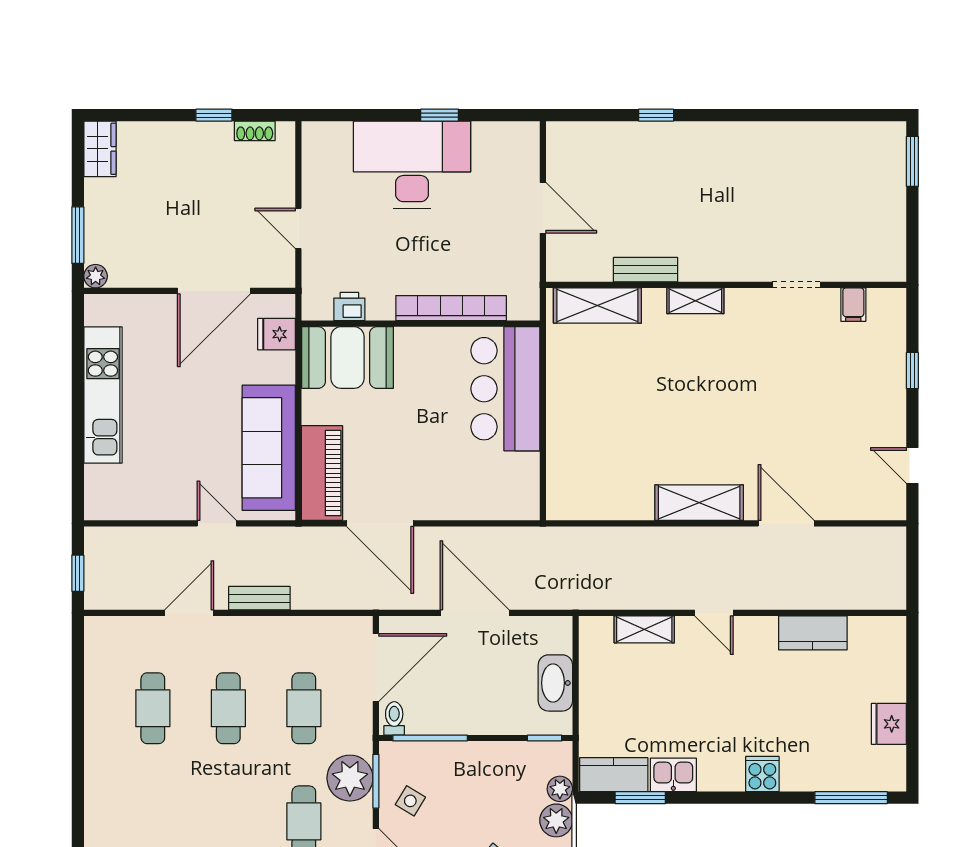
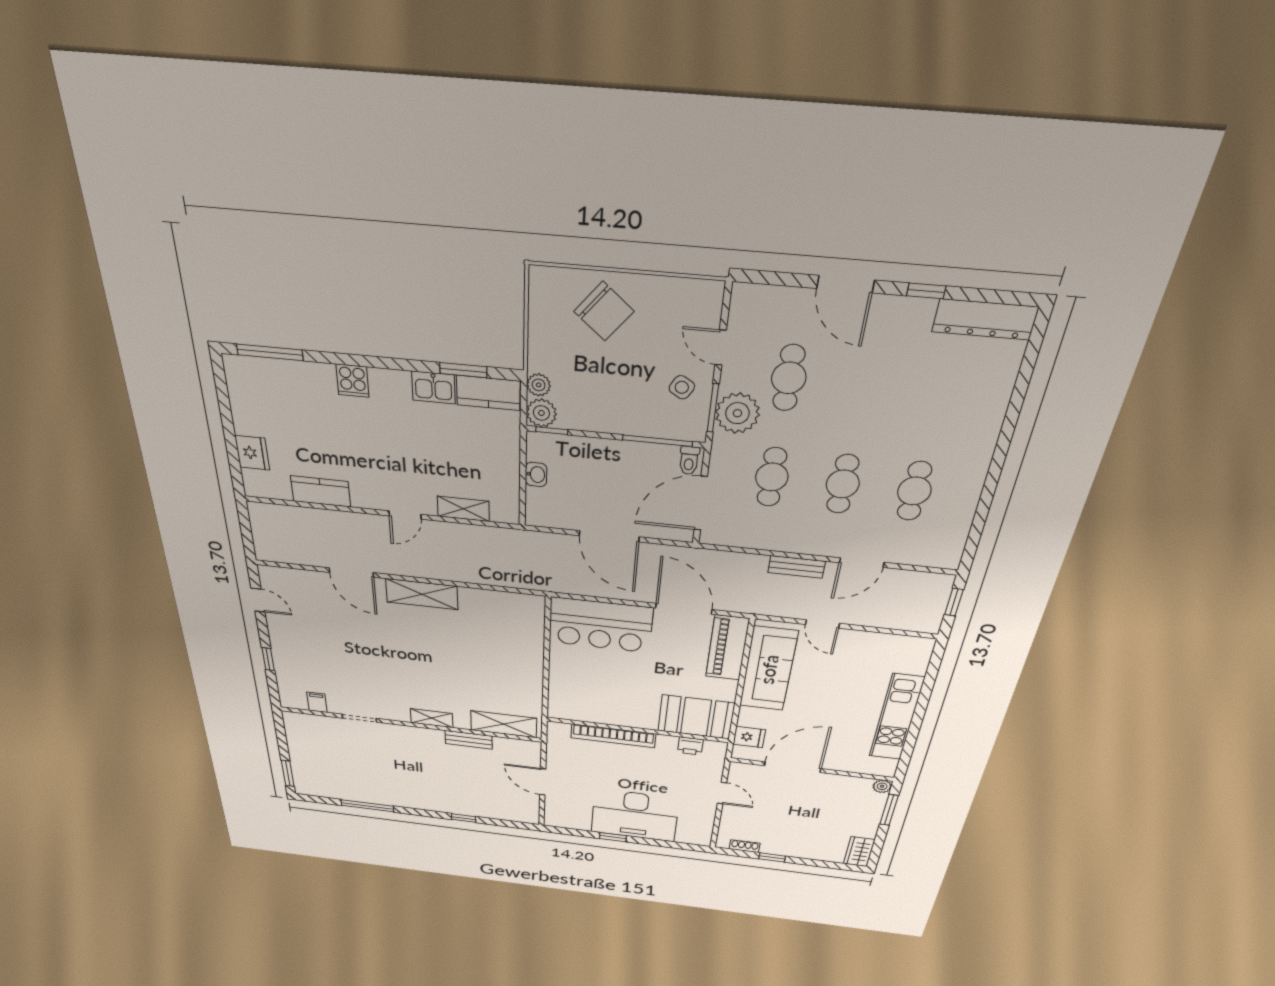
window: (799, 115) -> (367, 806), added
bar counter: (505, 389) -> (600, 625), moved, turned 90
door: (714, 613) -> (405, 515), swing flipped
washbasin: (555, 683) -> (536, 474), width x0.52, depth x0.69
fridge: (889, 724) -> (252, 453), moved
plant: (556, 820) -> (541, 413), moved

